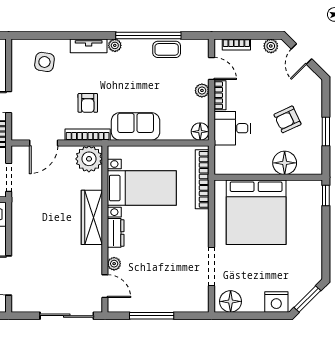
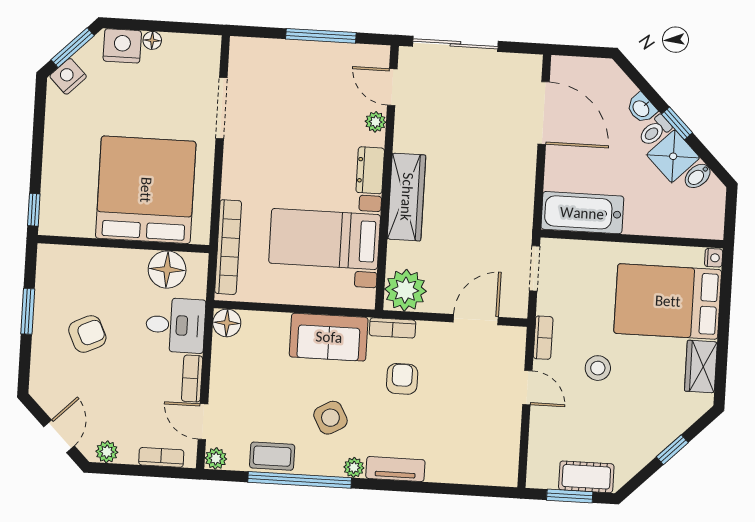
side table: (44, 62) -> (330, 418), moved, turned -38
plant: (202, 90) -> (216, 458), moved
bookcase: (88, 135) -> (392, 328), width x0.64
floor lamp: (285, 163) -> (167, 270), moved
nightstand: (309, 281) -> (68, 76), added
floor lamp: (231, 301) -> (152, 40), moved, width x0.53, depth x0.53

